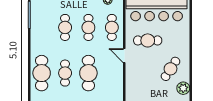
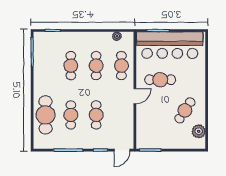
door: (124, 56) -> (135, 96), swing flipped
cafe table: (88, 73) -> (96, 115), width x0.73, depth x0.74

